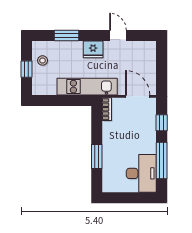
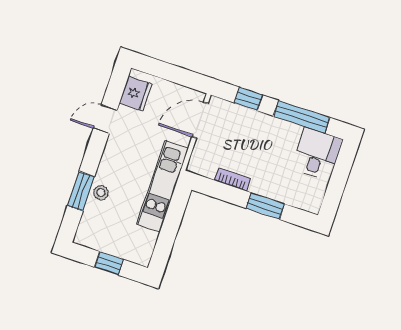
fridge: (93, 49) -> (135, 93), moved
stool: (43, 60) -> (101, 193), moved
bookcase: (107, 109) -> (232, 179), moved
desk: (141, 173) -> (317, 154), width x0.73

